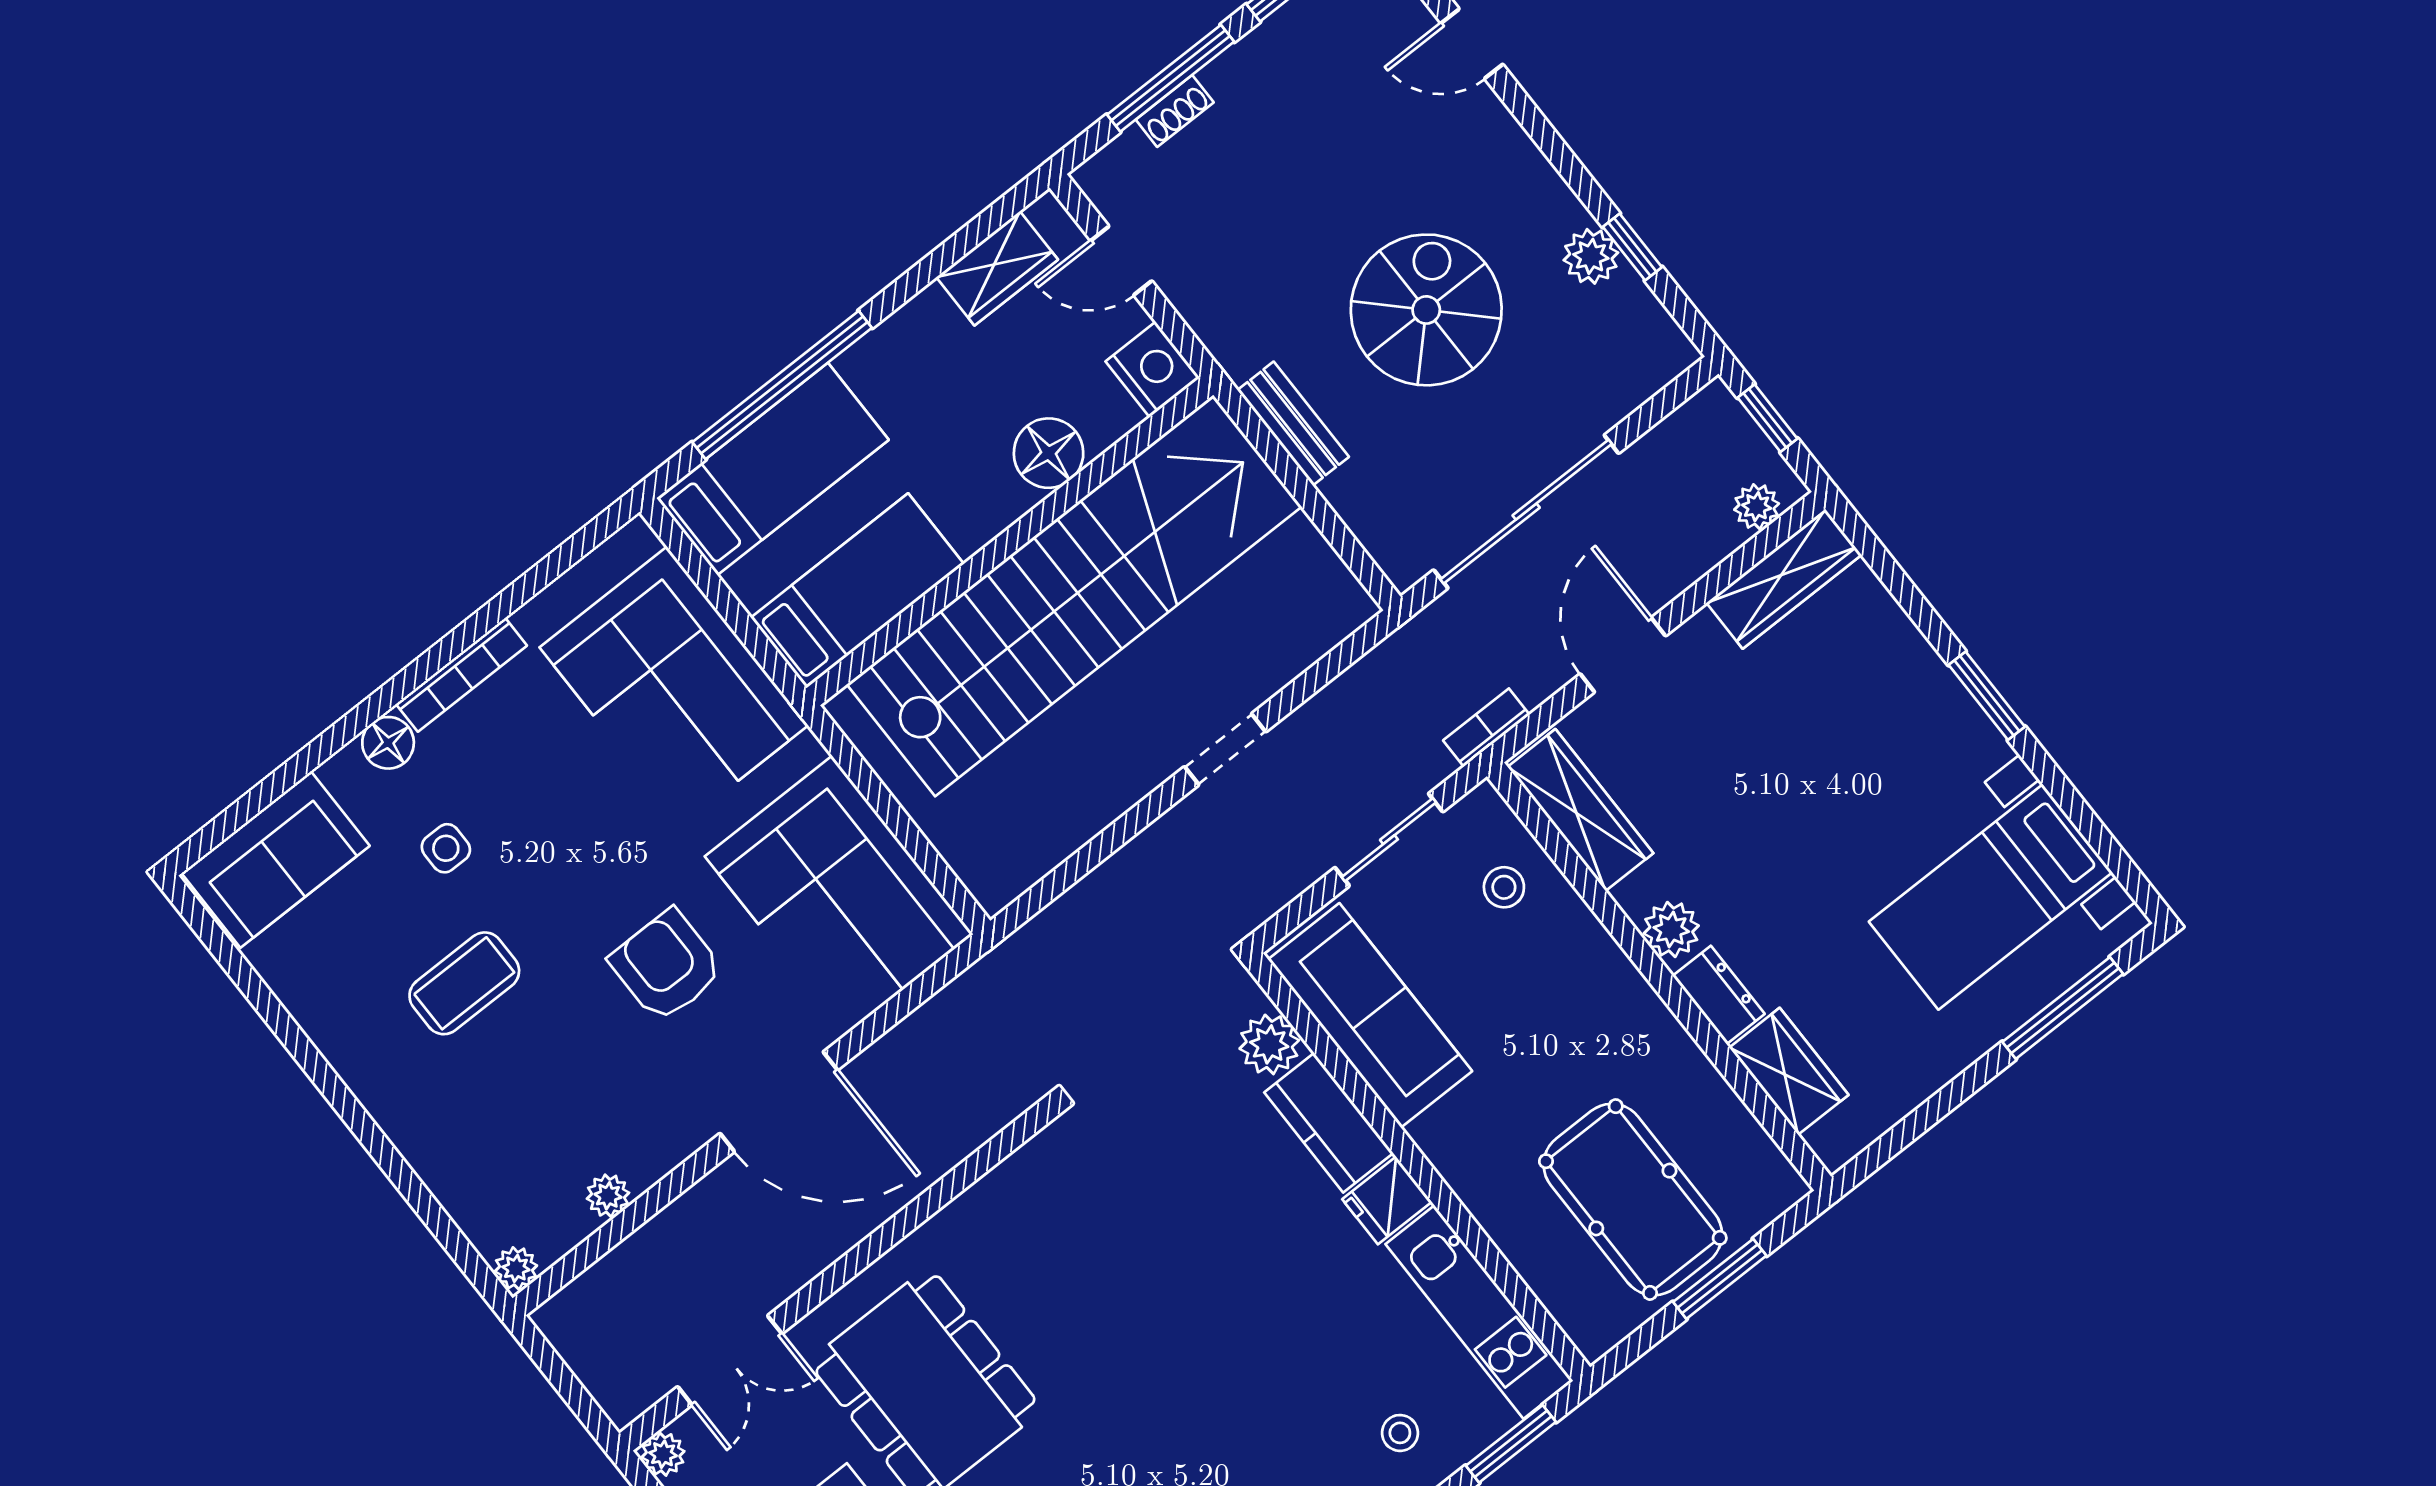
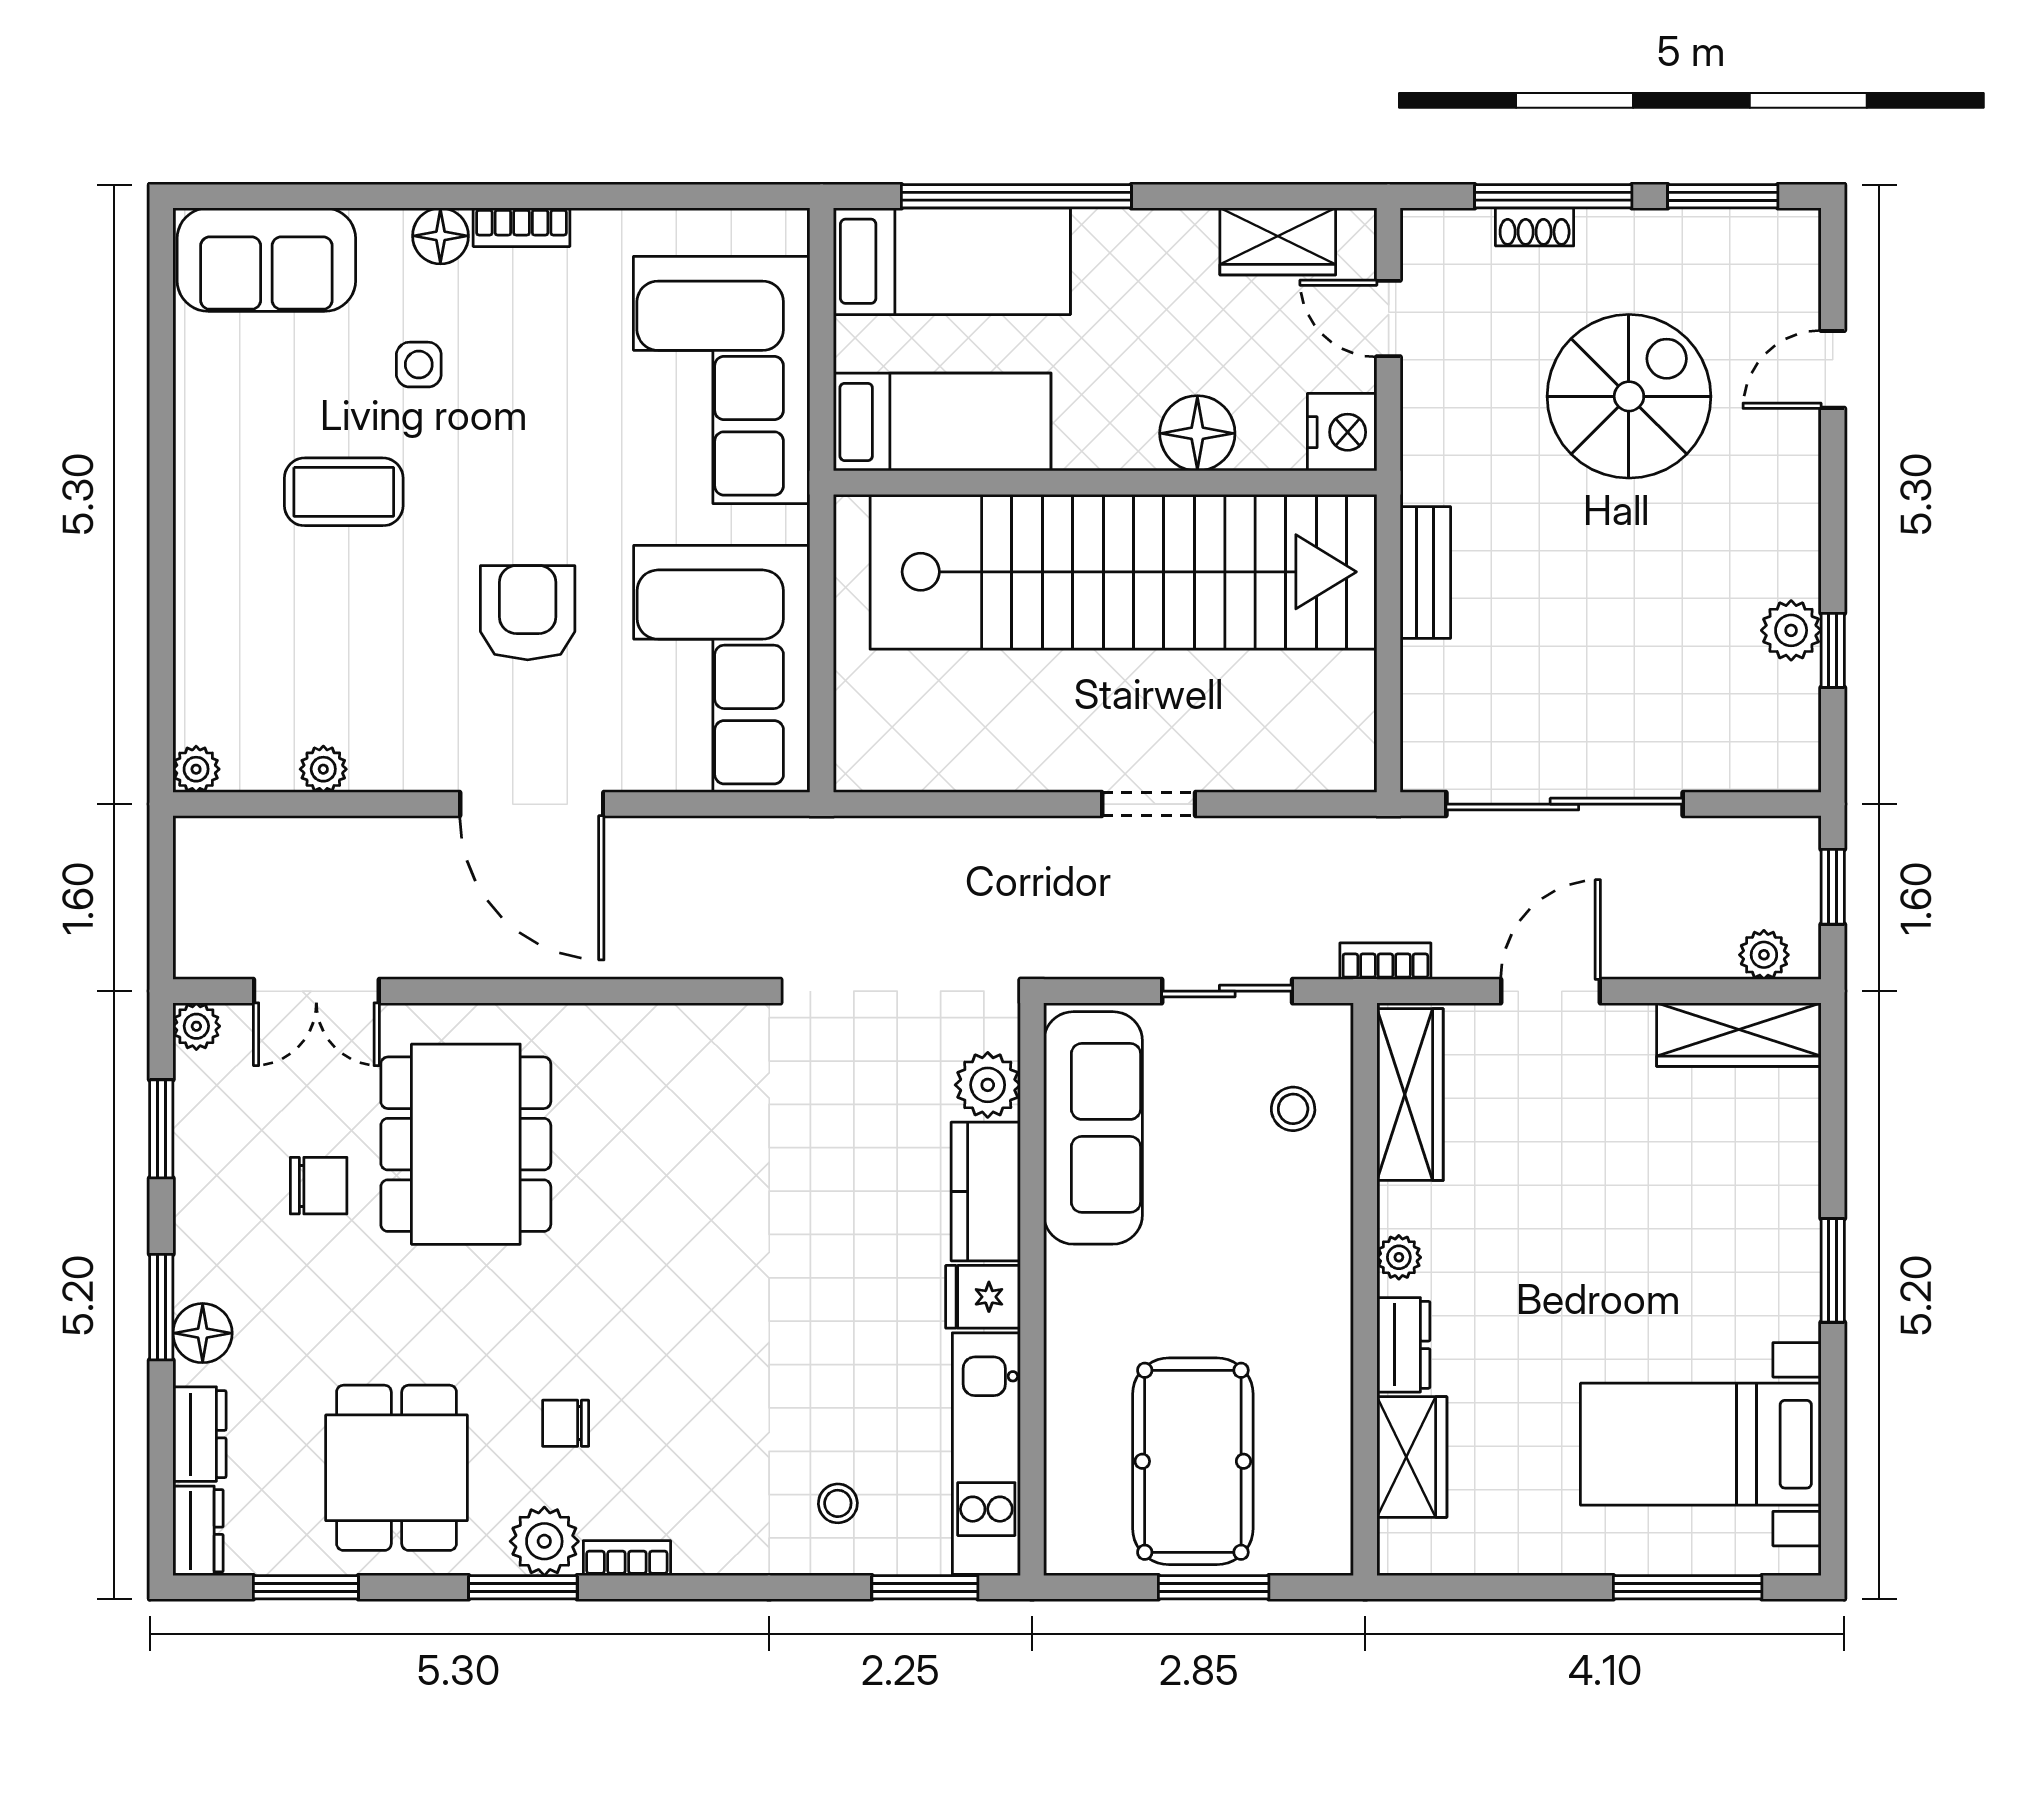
door: (1472, 44) -> (1833, 369), hinge flipped
spiral stairs: (1426, 310) -> (1629, 396), moved
bookcase: (461, 675) -> (521, 227), width x0.64
plant: (1671, 929) -> (1399, 1257), width x0.73, depth x0.73

